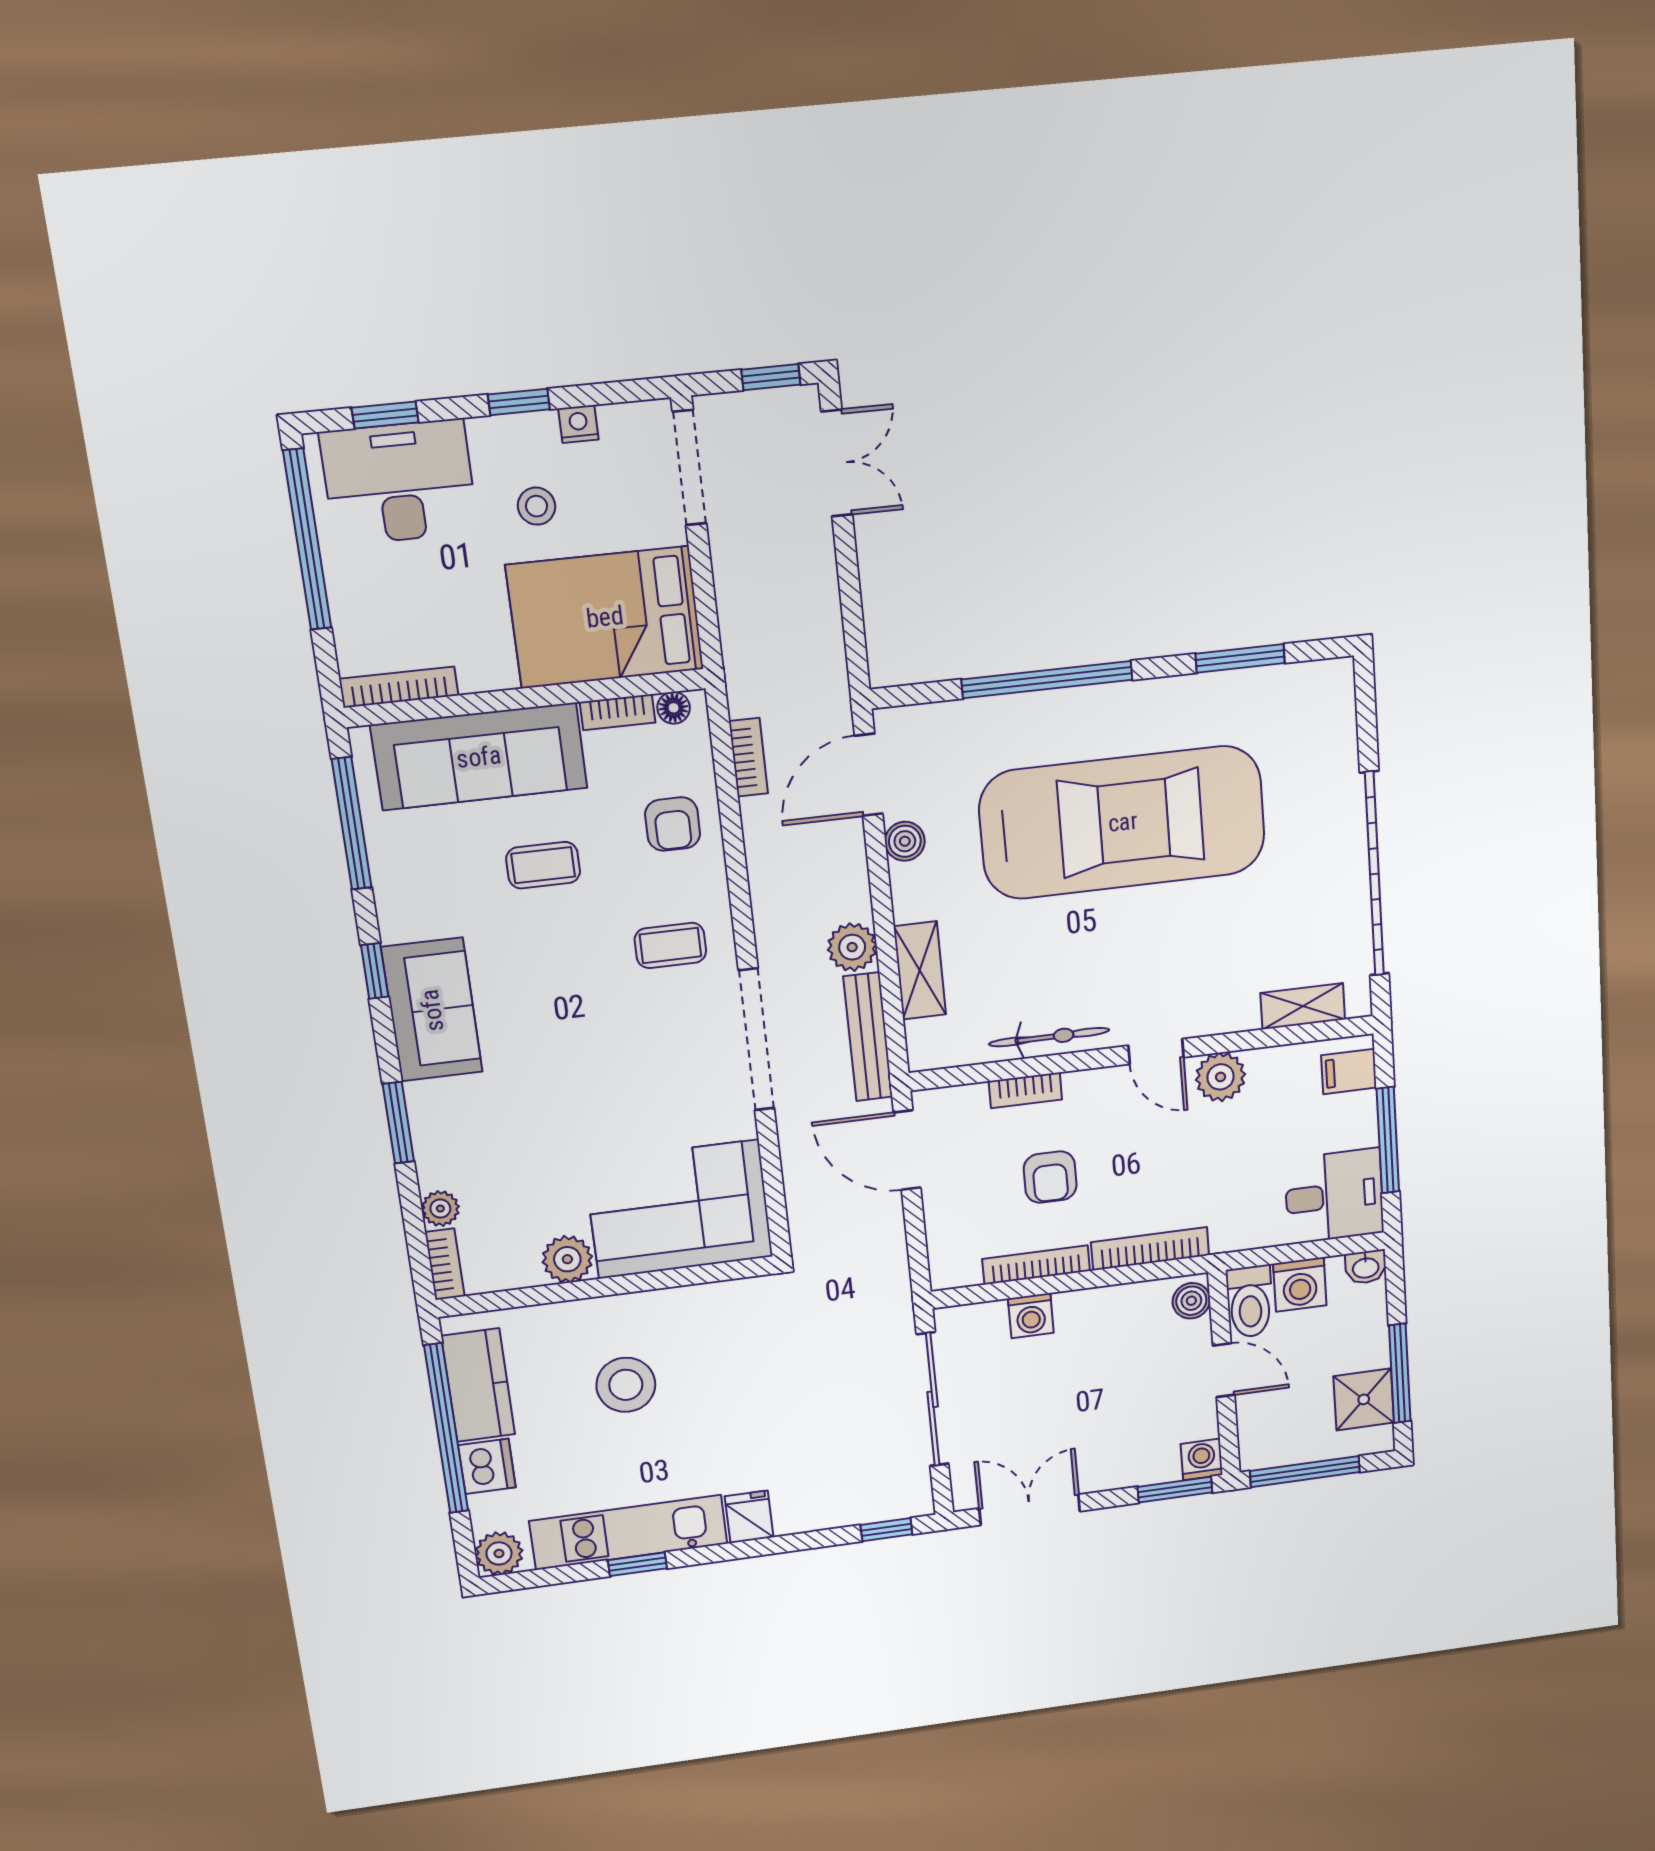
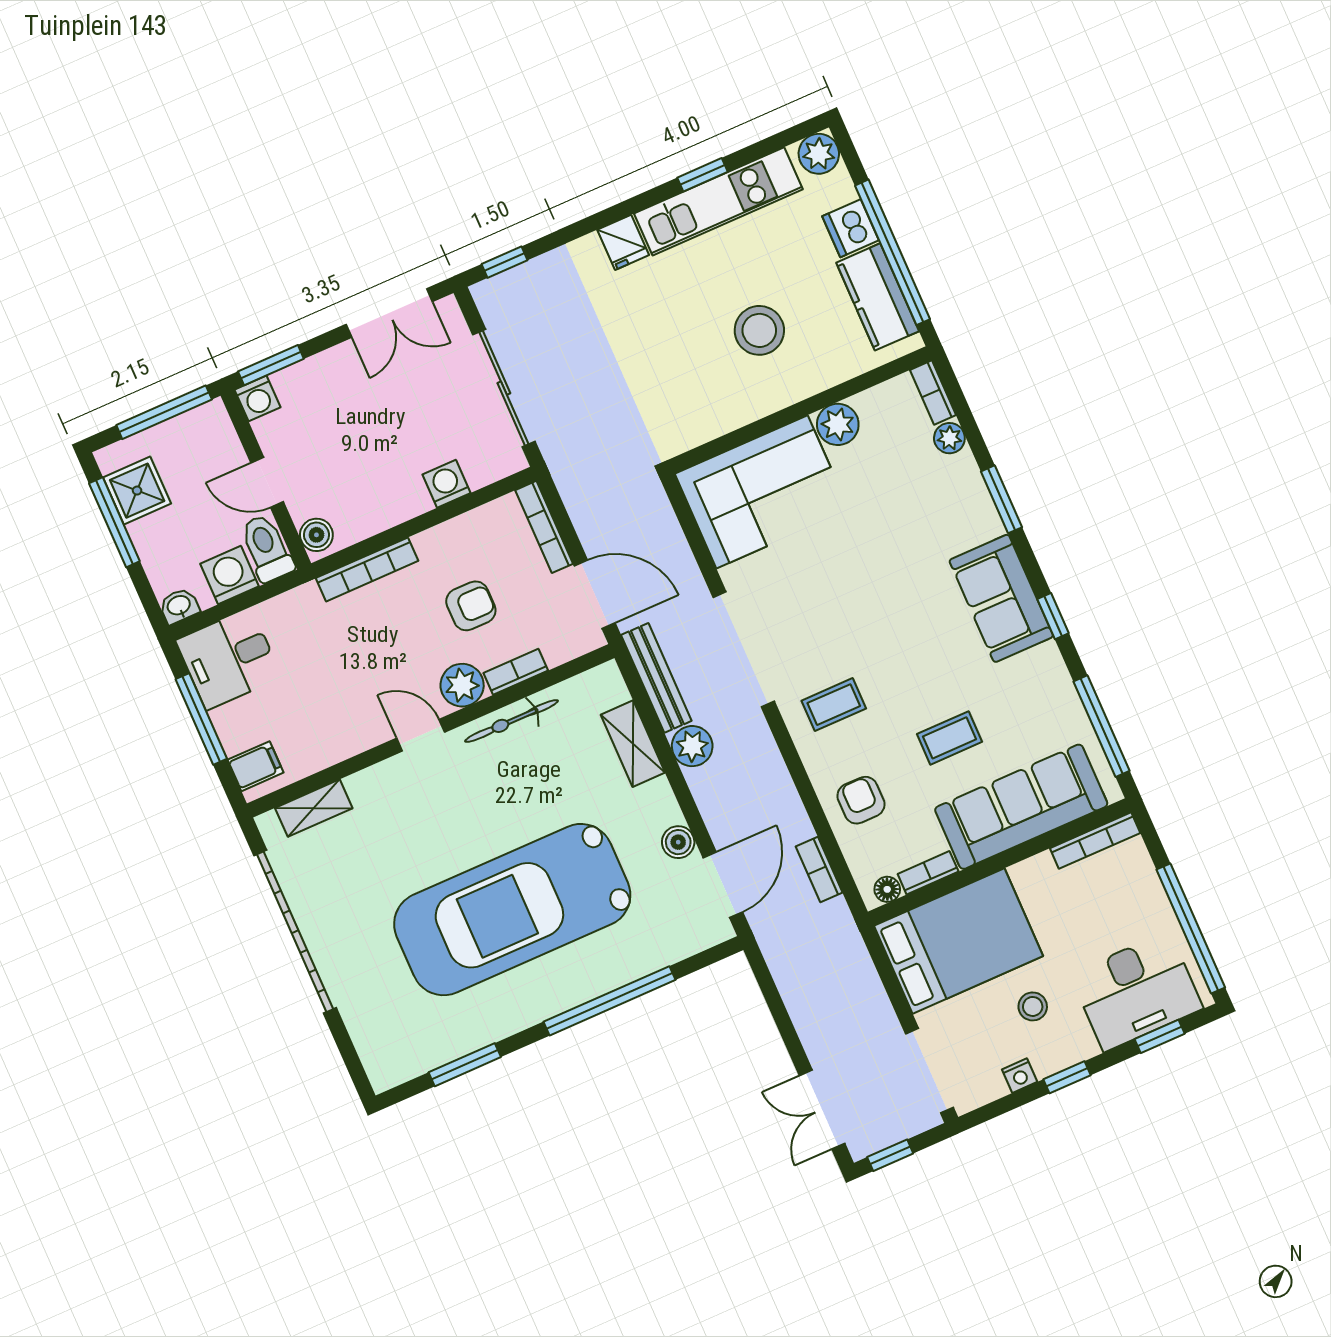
plant: (1221, 1077) -> (462, 685), moved
armchair: (1050, 1177) -> (471, 606), turned 90
bookcase: (1036, 1265) -> (544, 527), moved, turned 90

